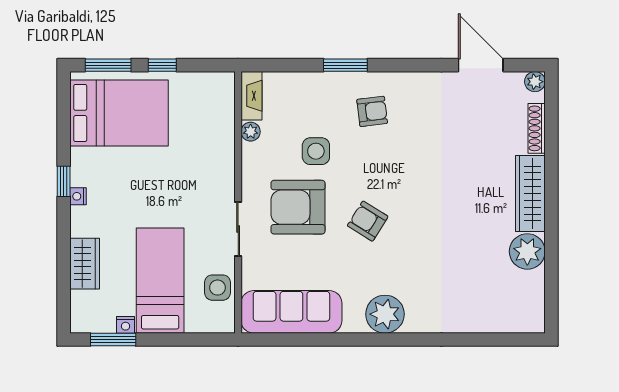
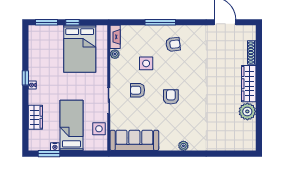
window: (345, 65) -> (160, 22), width x1.44
plant: (535, 82) -> (251, 30), removed
bed: (119, 113) -> (80, 49), moved, turned 90
armchair: (298, 207) -> (138, 90), width x0.53, depth x0.53
armchair: (368, 221) -> (171, 97), turned 58
plant: (385, 314) -> (183, 146), width x0.53, depth x0.53

